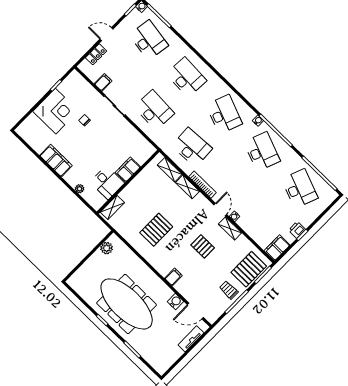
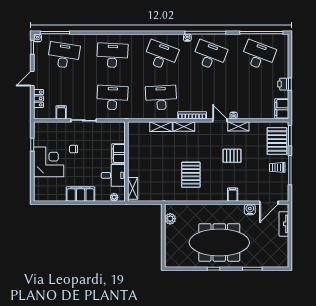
filing cabinet: (128, 170) -> (118, 154), moved
wall: (128, 182) -> (126, 162), moved
desk: (107, 183) -> (113, 175), moved
shelving: (112, 207) -> (133, 188), moved

